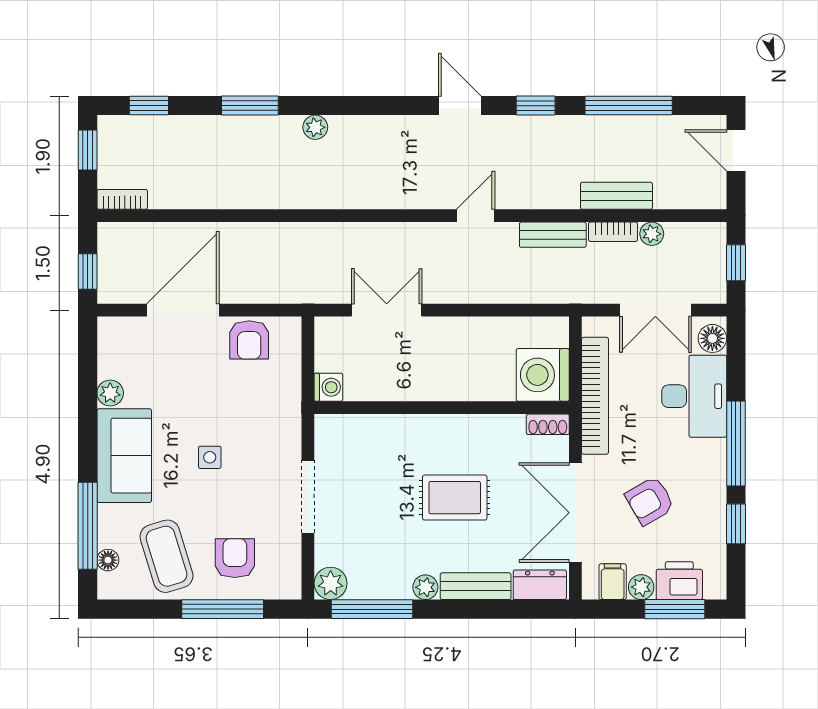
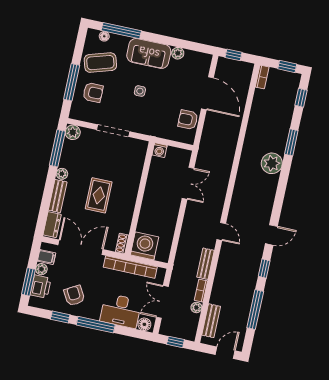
plant: (315, 127) -> (272, 163), width x1.88, depth x1.88
bench: (616, 196) -> (211, 321), moved
armchair: (650, 501) -> (74, 296), moved

